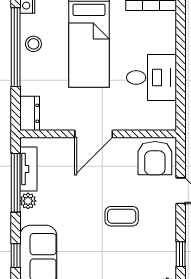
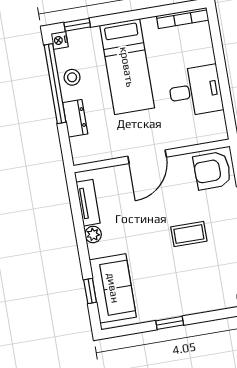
dresser: (30, 113) -> (75, 118), moved
armchair: (155, 158) -> (212, 171), turned 89
window: (16, 183) -> (78, 218), removed

